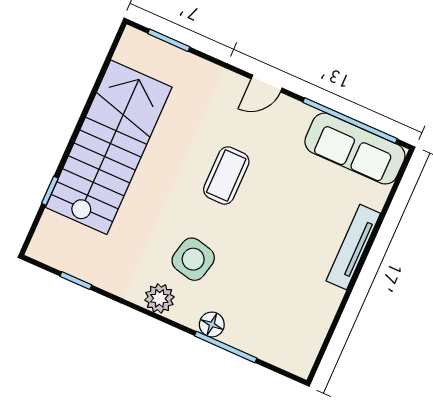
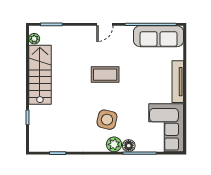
plant: (126, 52) -> (34, 39), added
stairs: (109, 147) -> (40, 75), width x0.73, depth x0.66
coffee table: (226, 175) -> (105, 75), turned 90
plant: (159, 298) -> (114, 144), moved
corner sofa: (295, 322) -> (166, 128), added

